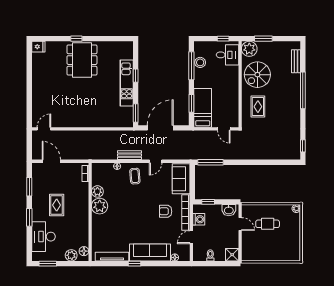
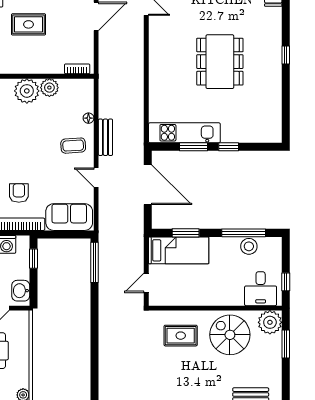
dining table: (82, 60) -> (220, 62), moved, turned 90
kitchen unit: (127, 83) -> (184, 133), moved
window: (136, 113) -> (193, 147), moved

